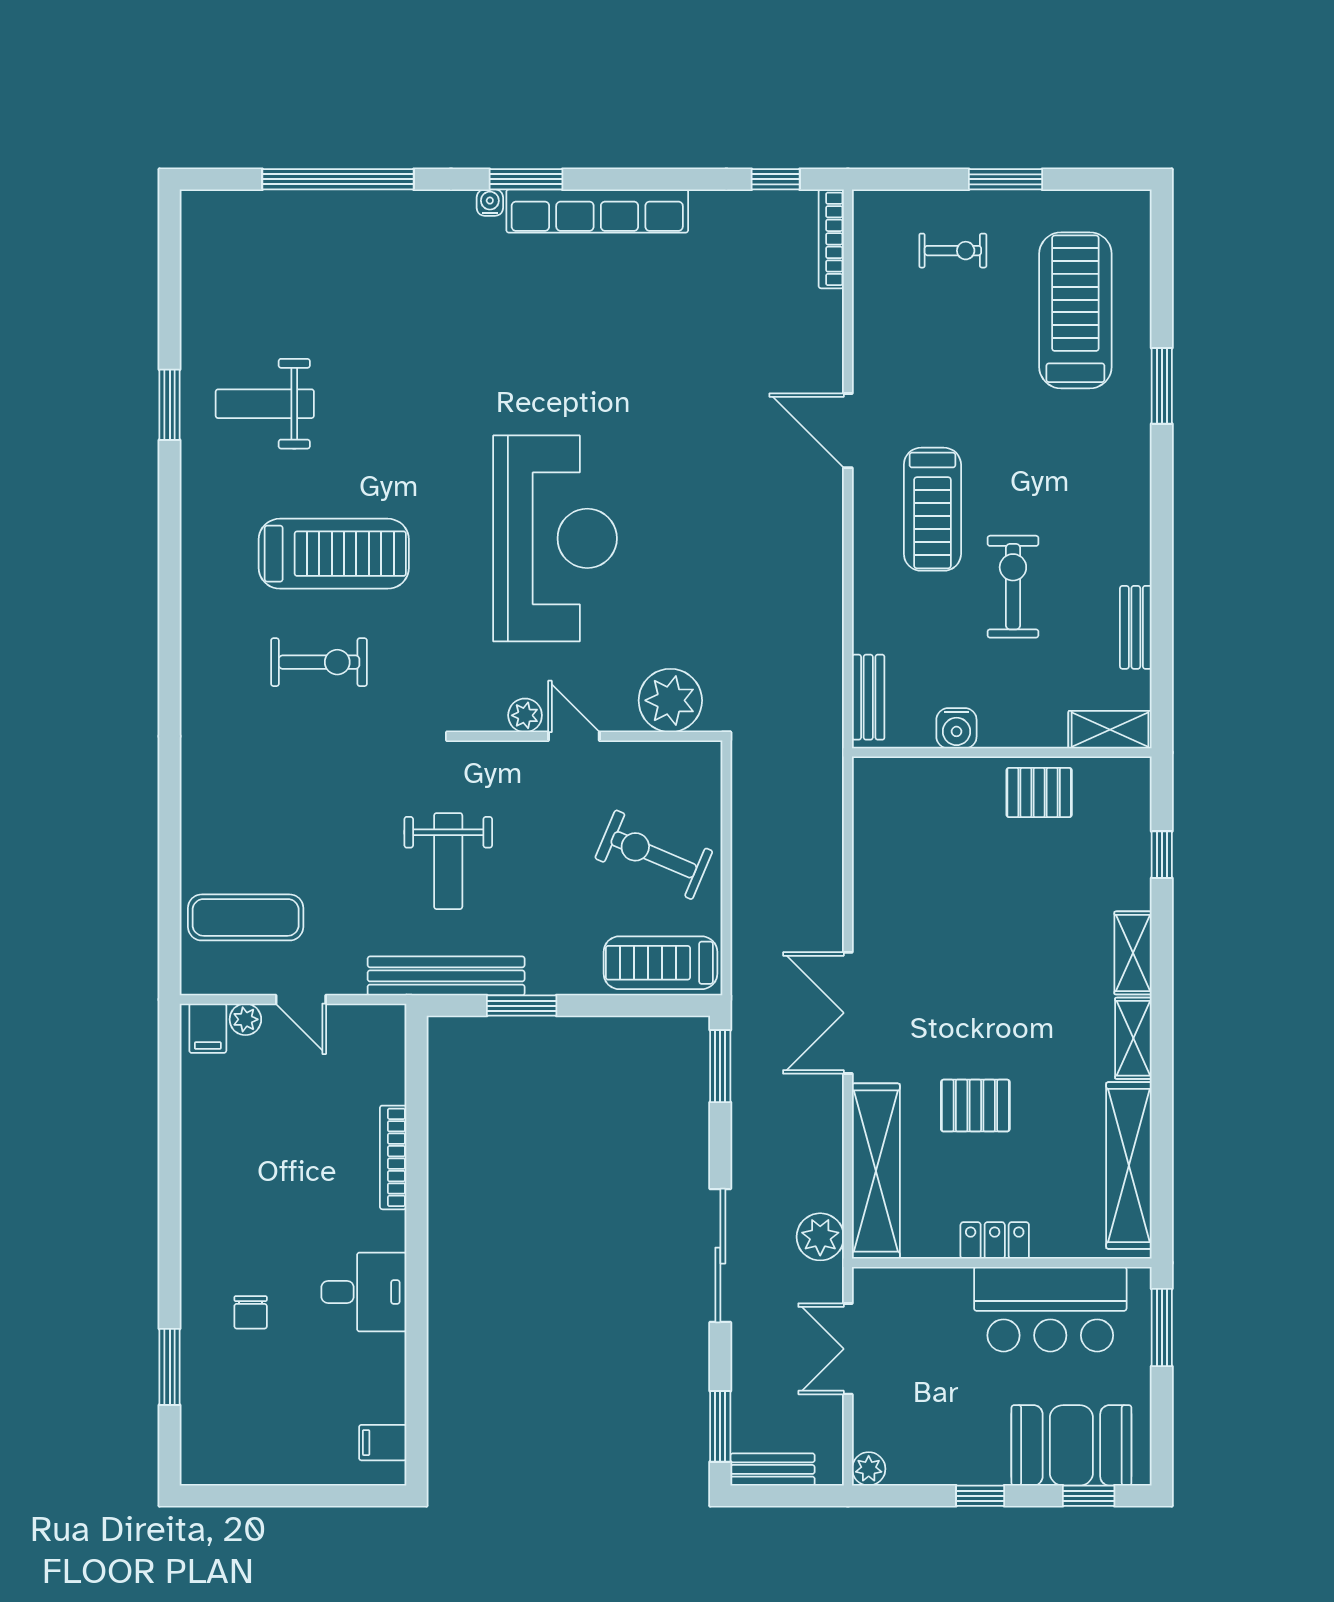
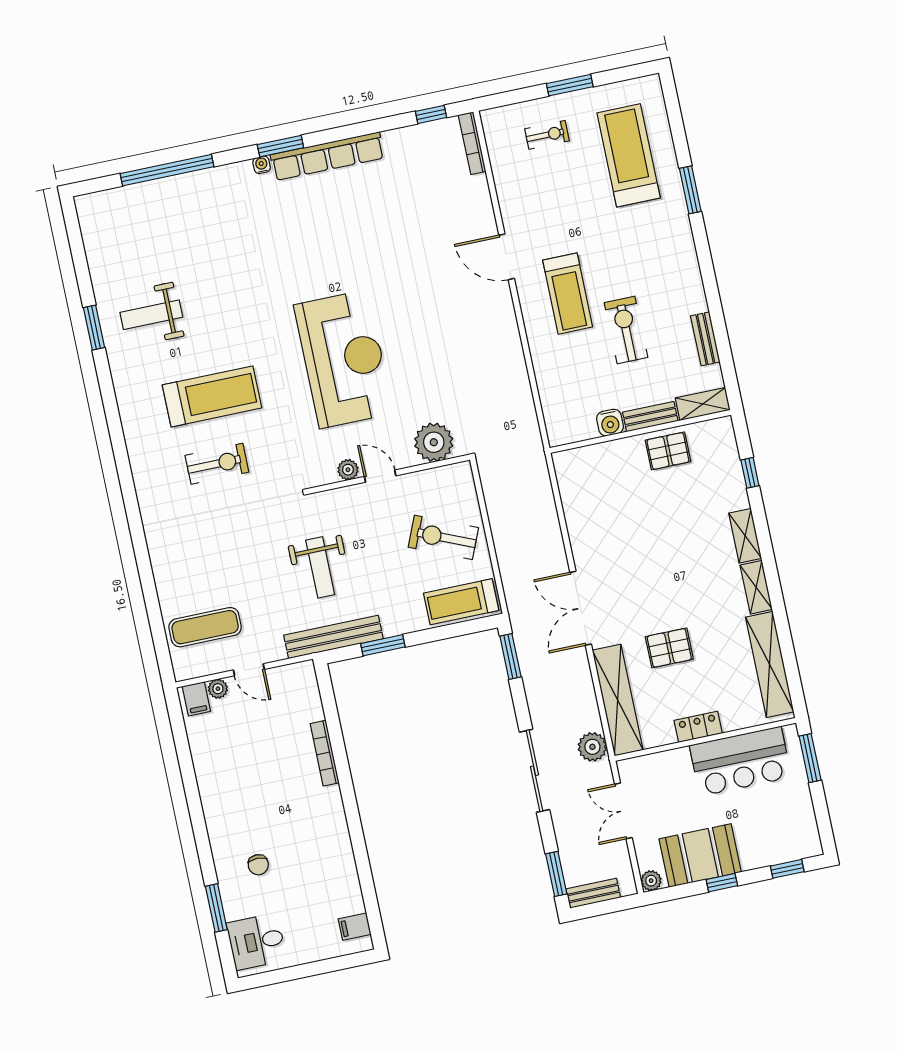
bench: (868, 697) -> (650, 417), moved, turned 90
desk: (364, 1292) -> (257, 942), moved, turned 180
booth: (1071, 1445) -> (700, 855), moved

